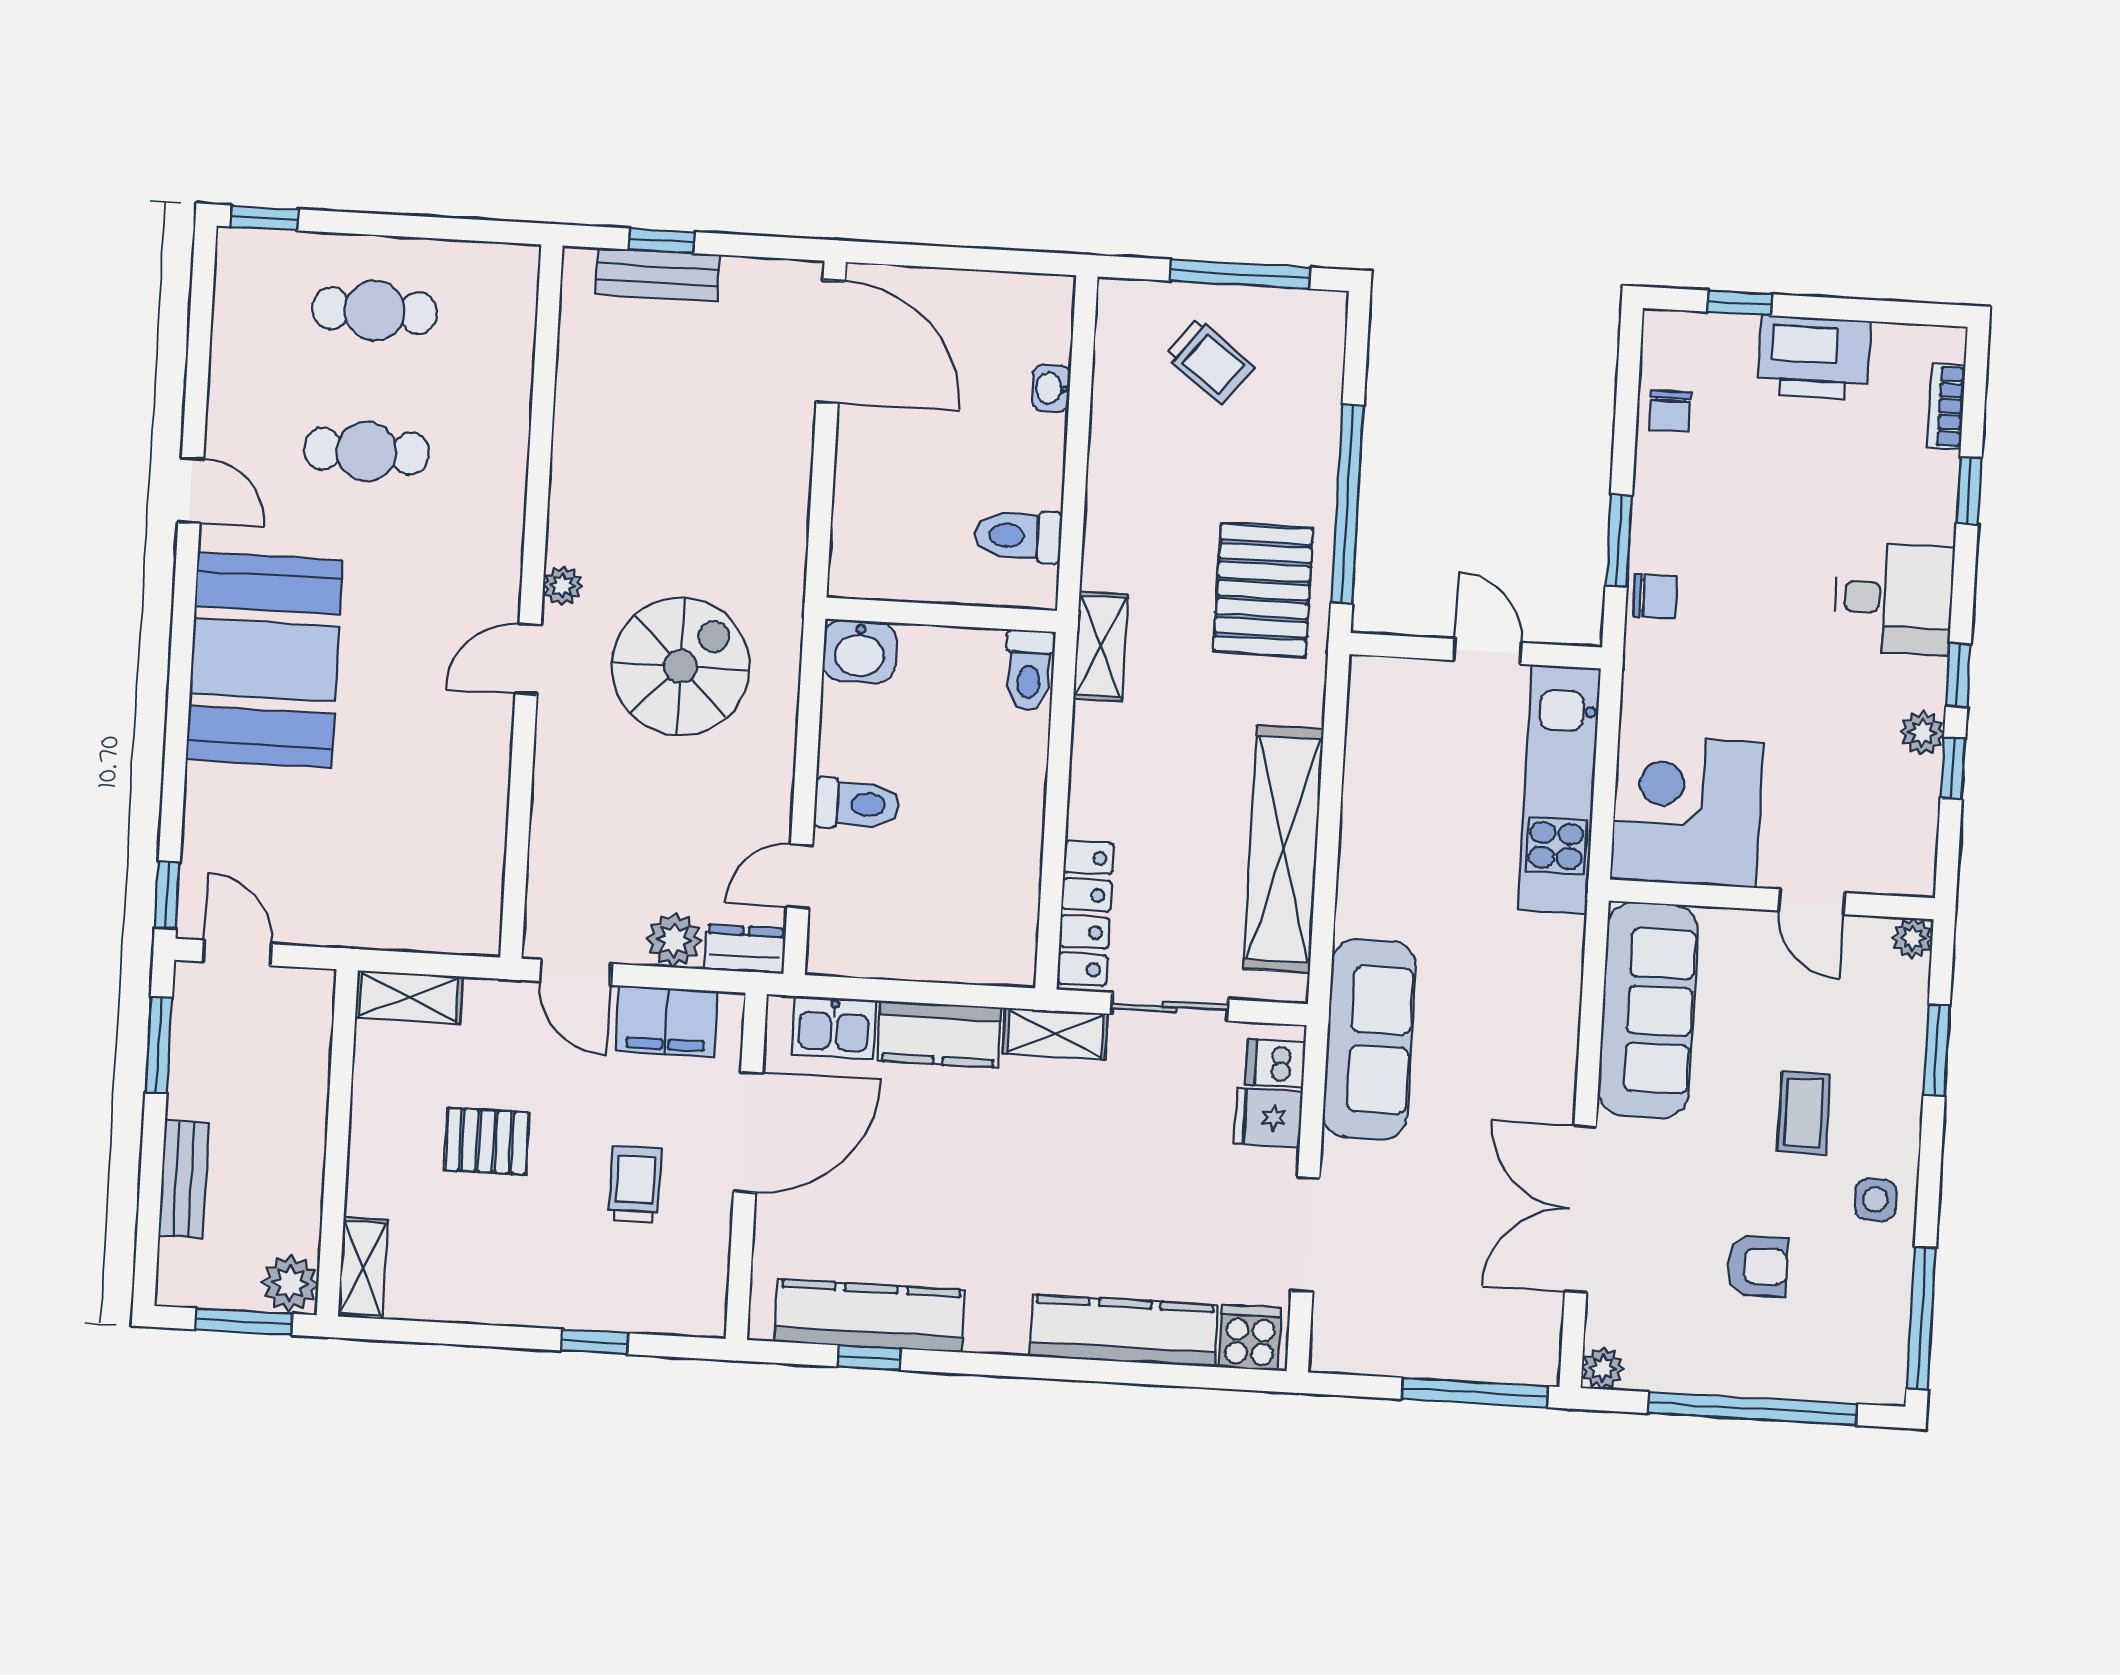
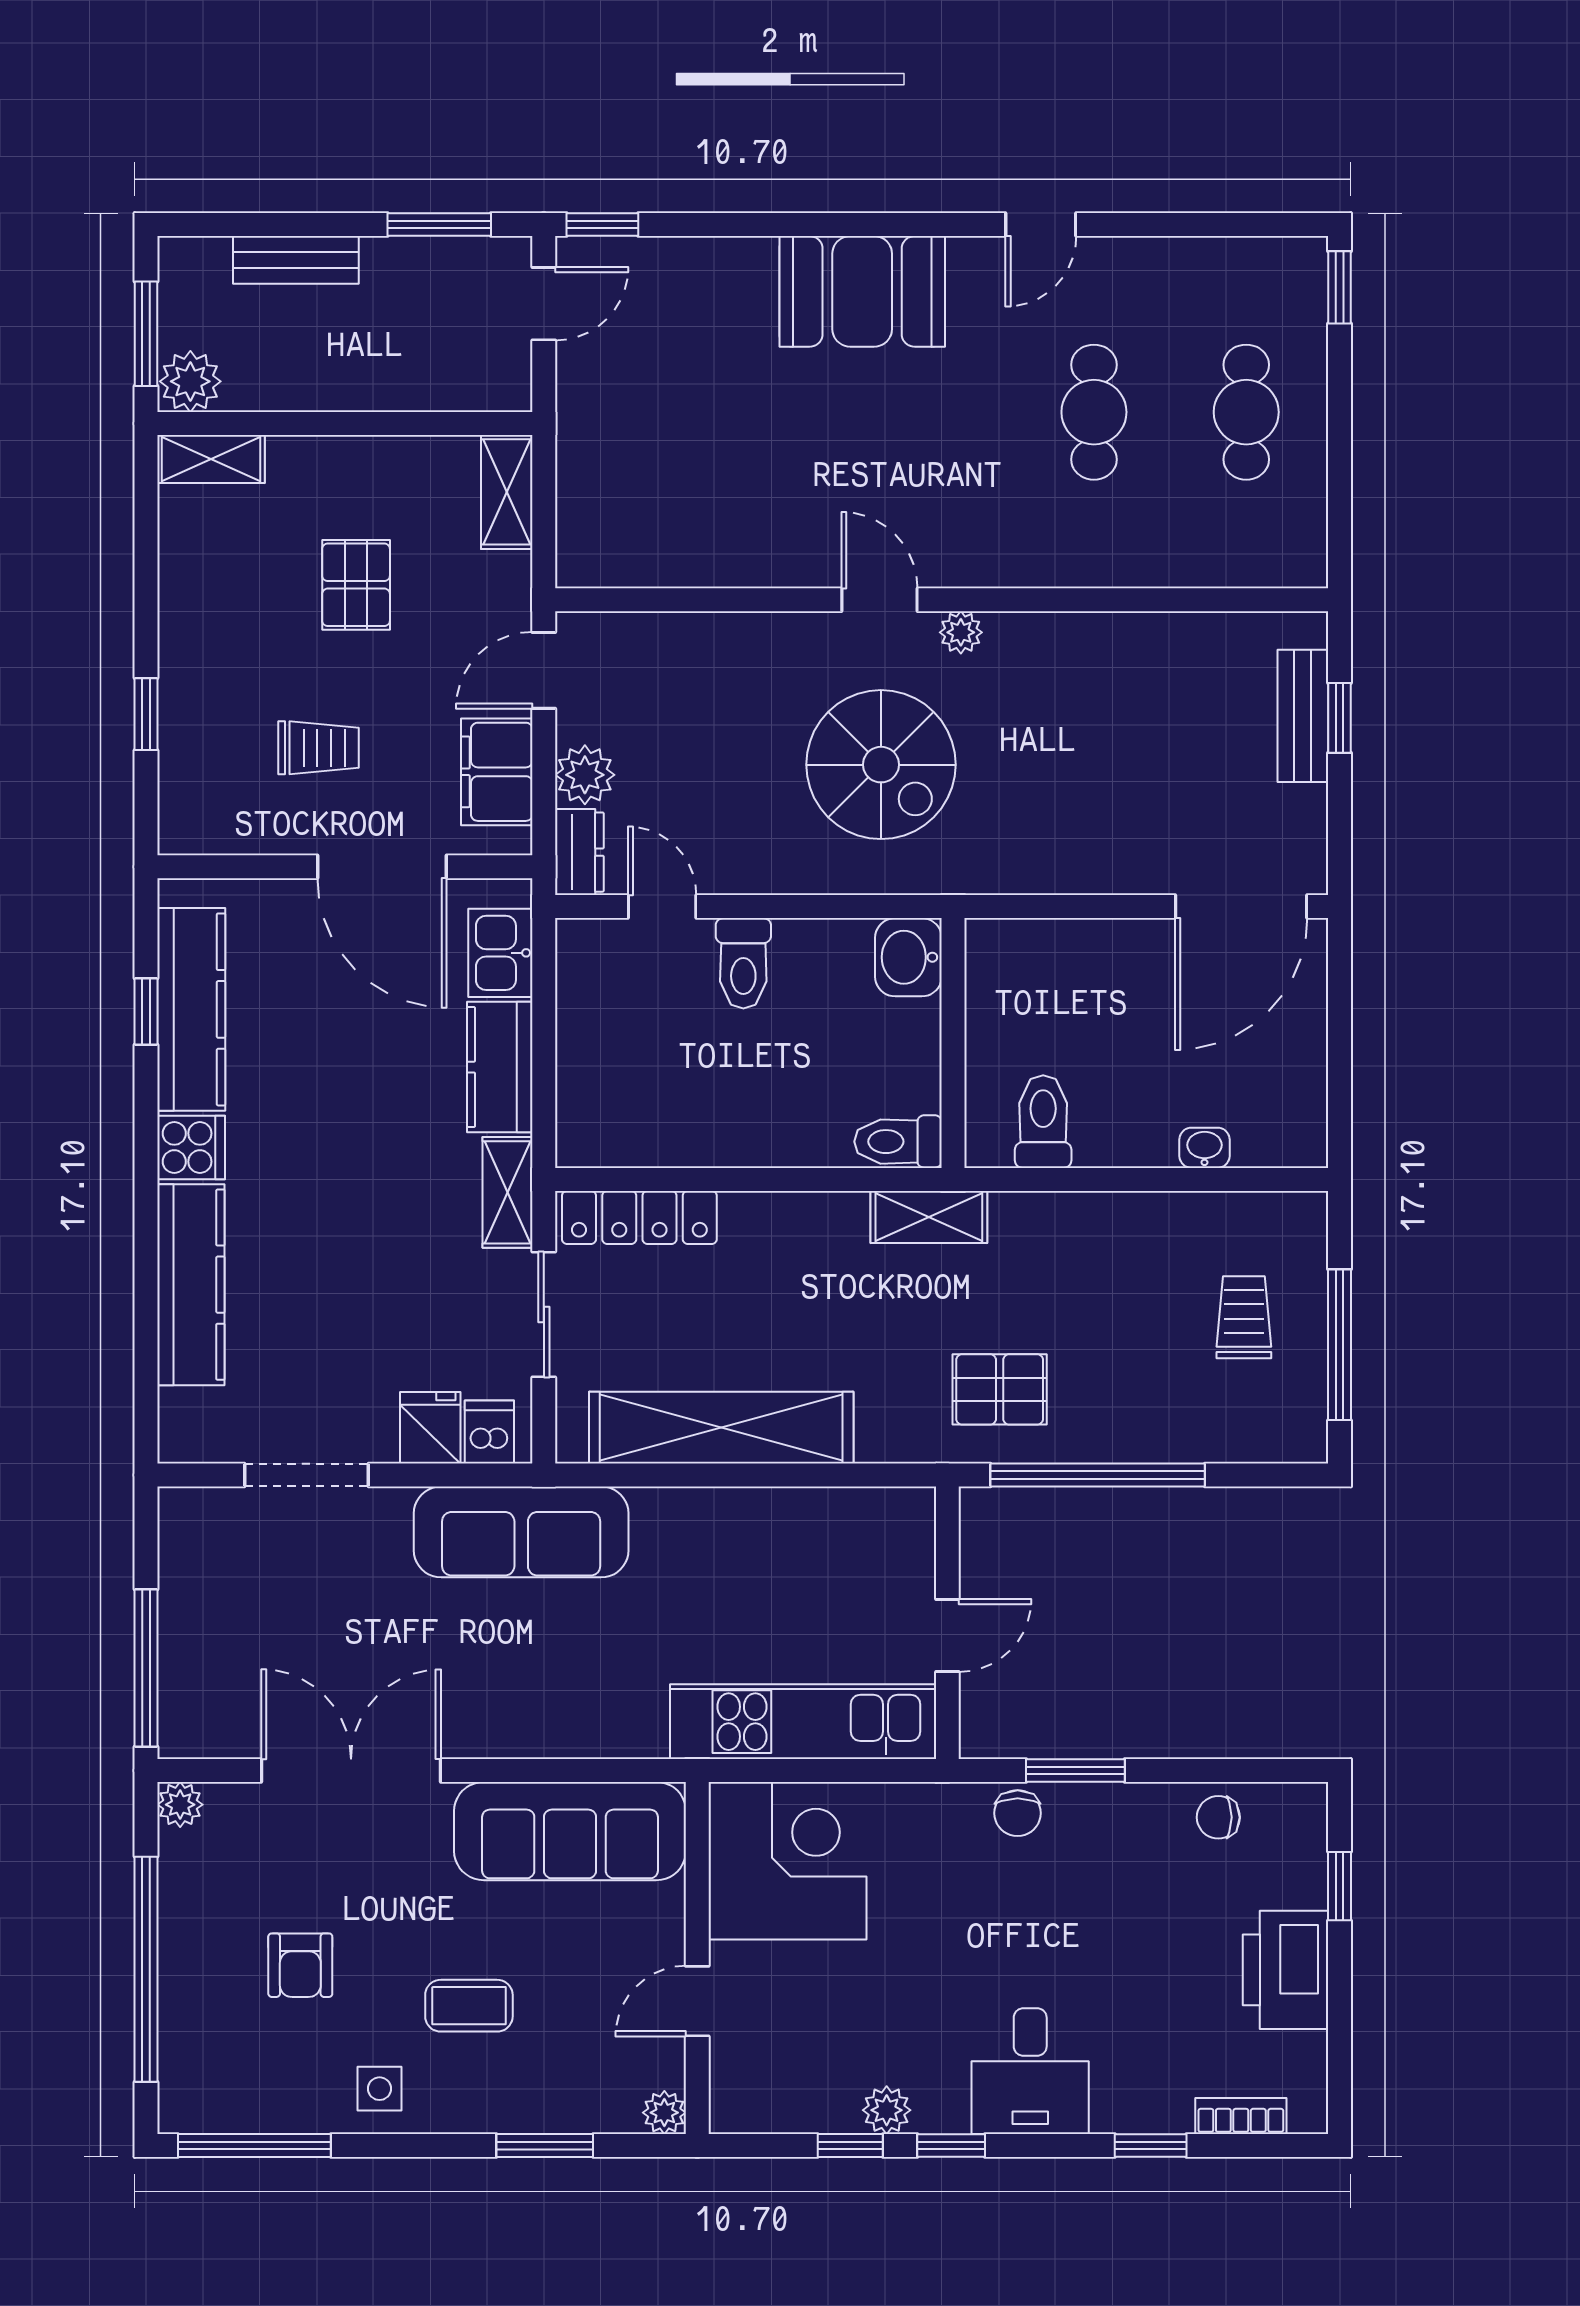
trolley: (1210, 361) -> (1244, 1317), turned 142
pallet: (1263, 590) -> (1000, 1389), width x0.67, depth x0.71
booth: (264, 660) -> (862, 291), width x0.73, depth x0.70
cooker: (1250, 1338) -> (191, 1147), moved

